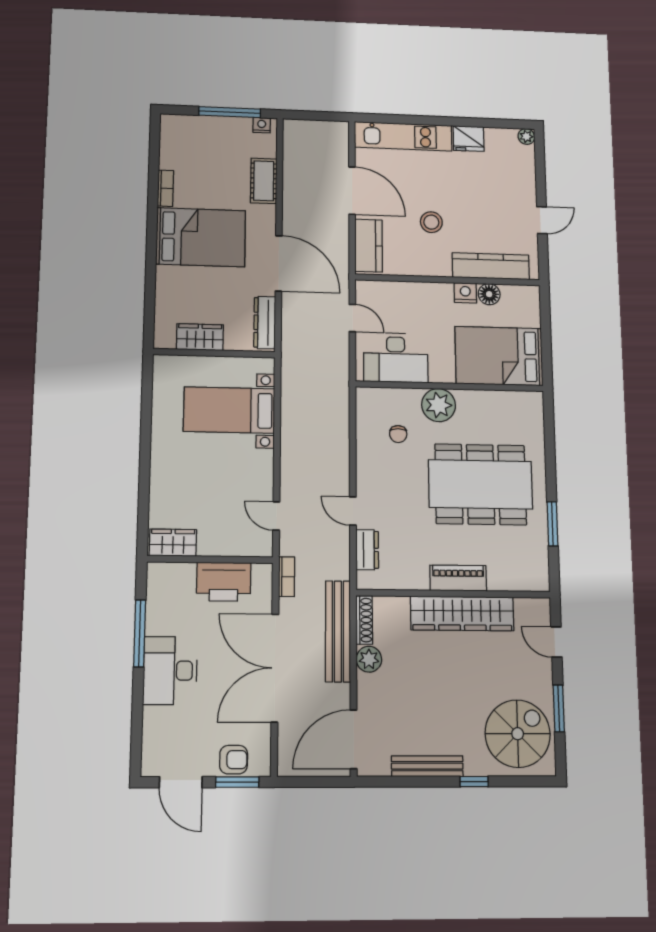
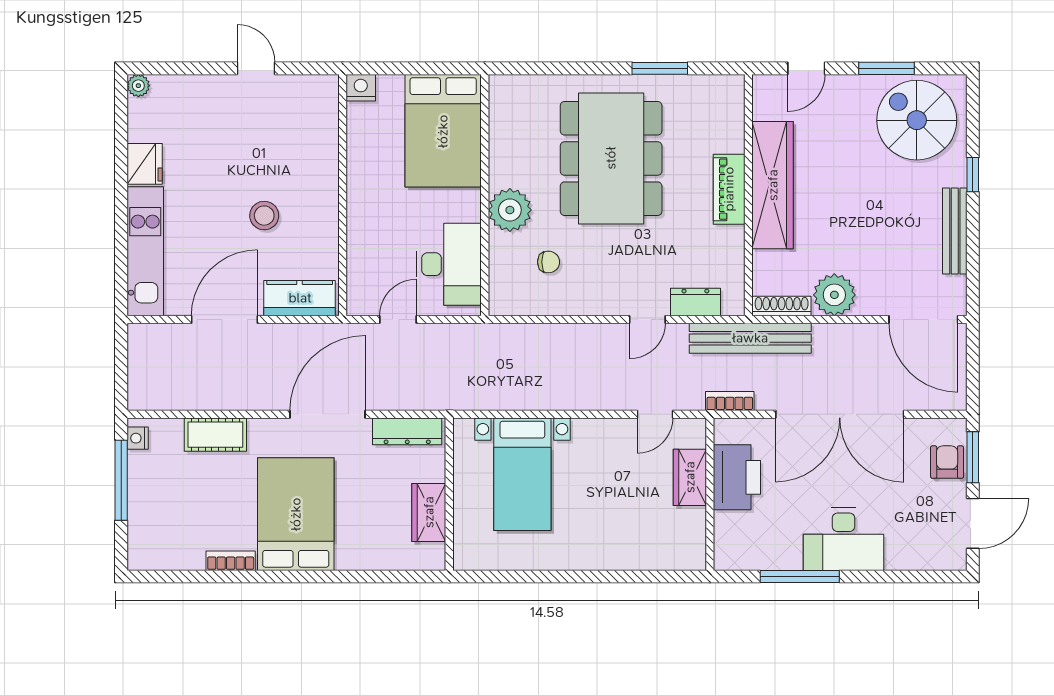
kitchen counter: (491, 266) -> (322, 138), removed
nightstand: (465, 293) -> (361, 88), moved, turned 90
floor lamp: (489, 294) -> (360, 141), removed
wardrobe: (173, 543) -> (690, 477), moved
bench: (338, 631) -> (750, 338), moved
plant: (369, 659) -> (834, 295), width x1.36, depth x1.36

